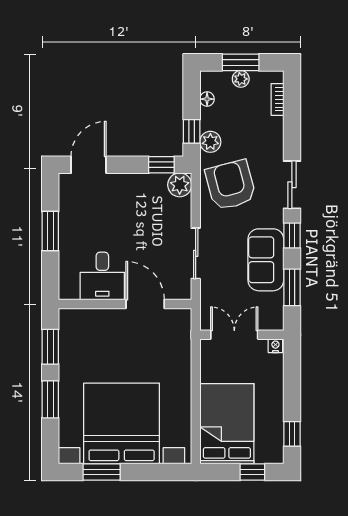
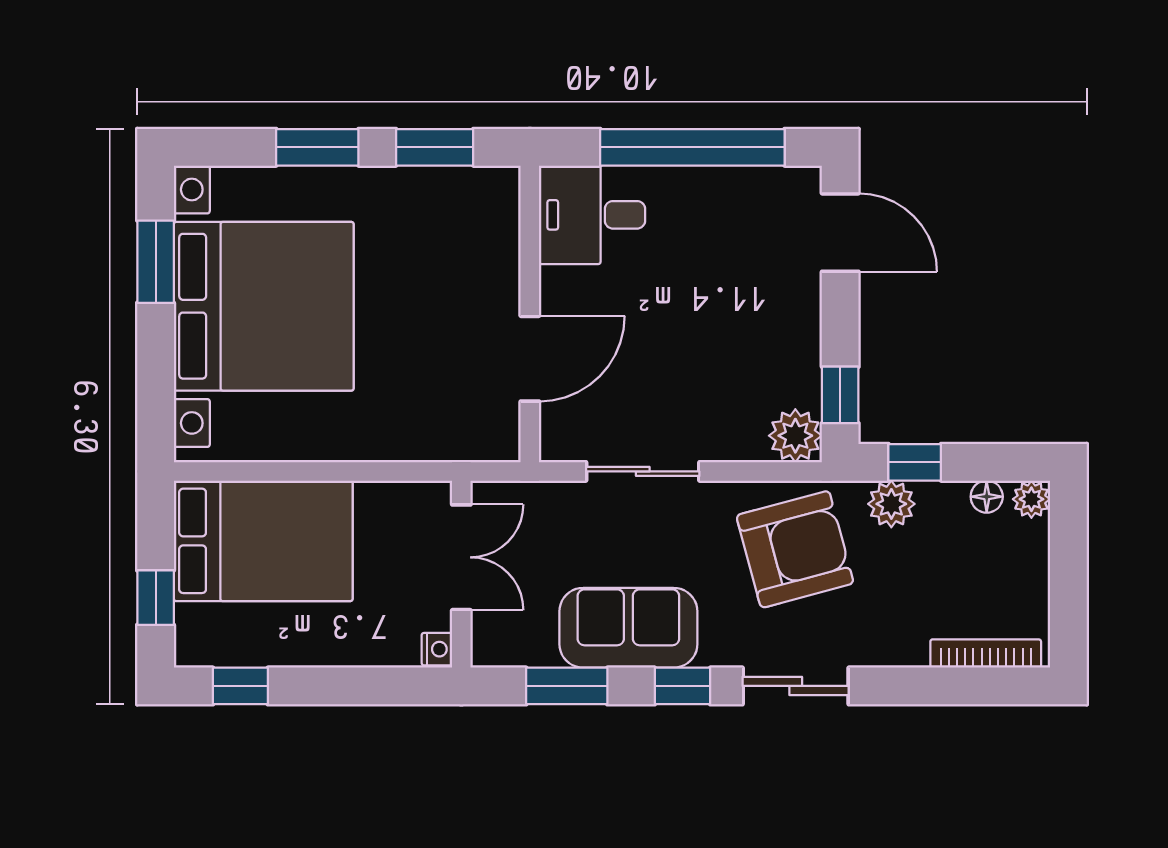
window: (241, 62) -> (1068, 571), removed
plant: (241, 79) -> (1031, 499), moved
bookcase: (277, 99) -> (986, 653), width x1.56
window: (50, 231) -> (692, 147), width x2.11
desk: (102, 276) -> (592, 215), moved

